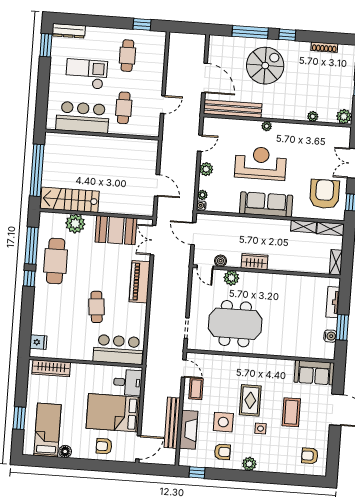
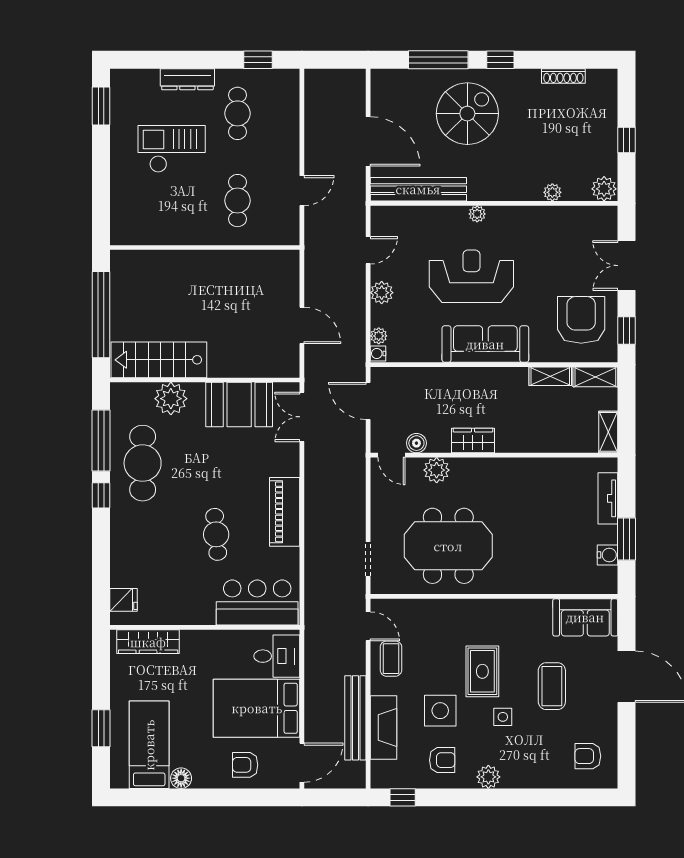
dresser: (69, 31) -> (187, 79), moved
bar counter: (83, 117) -> (170, 221), removed
piano: (140, 282) -> (285, 512), moved

